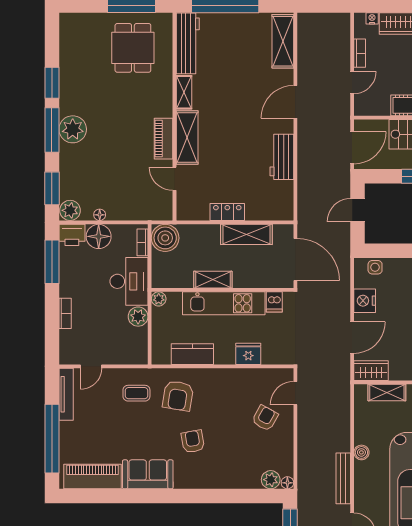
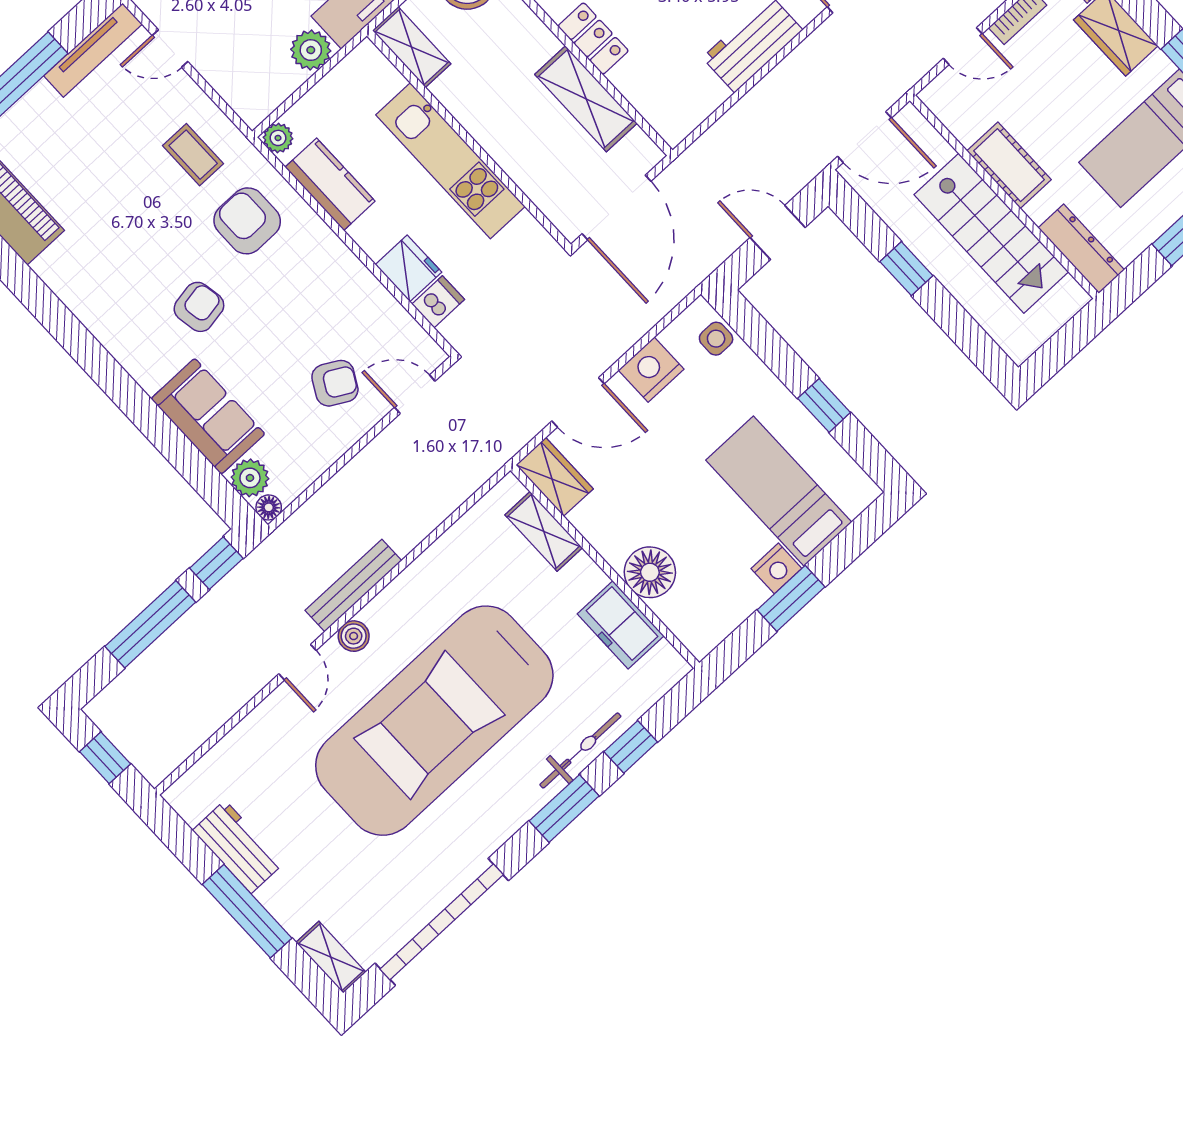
shelving: (213, 280) -> (412, 47), moved
plant: (159, 299) -> (278, 138), moved
dishwasher: (274, 302) -> (438, 302), moved, turned 180
armchair: (178, 396) -> (247, 221), turned 81
boiler: (361, 452) -> (354, 636), moved
sofa: (148, 474) -> (208, 416), moved

